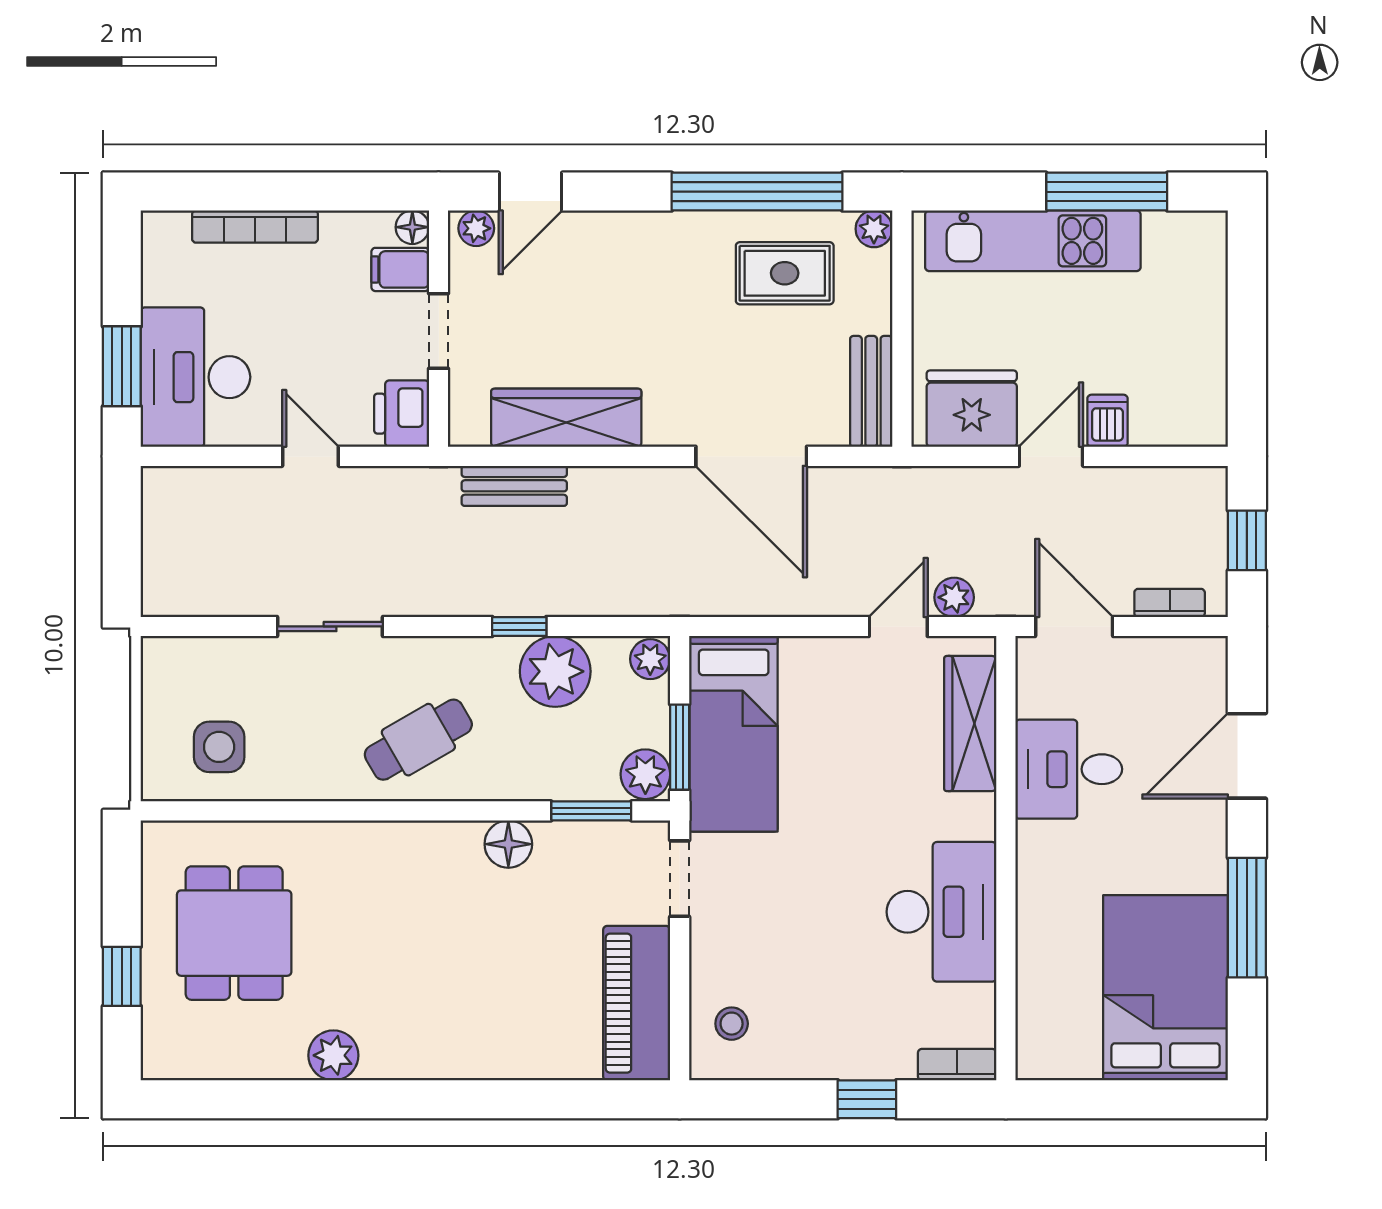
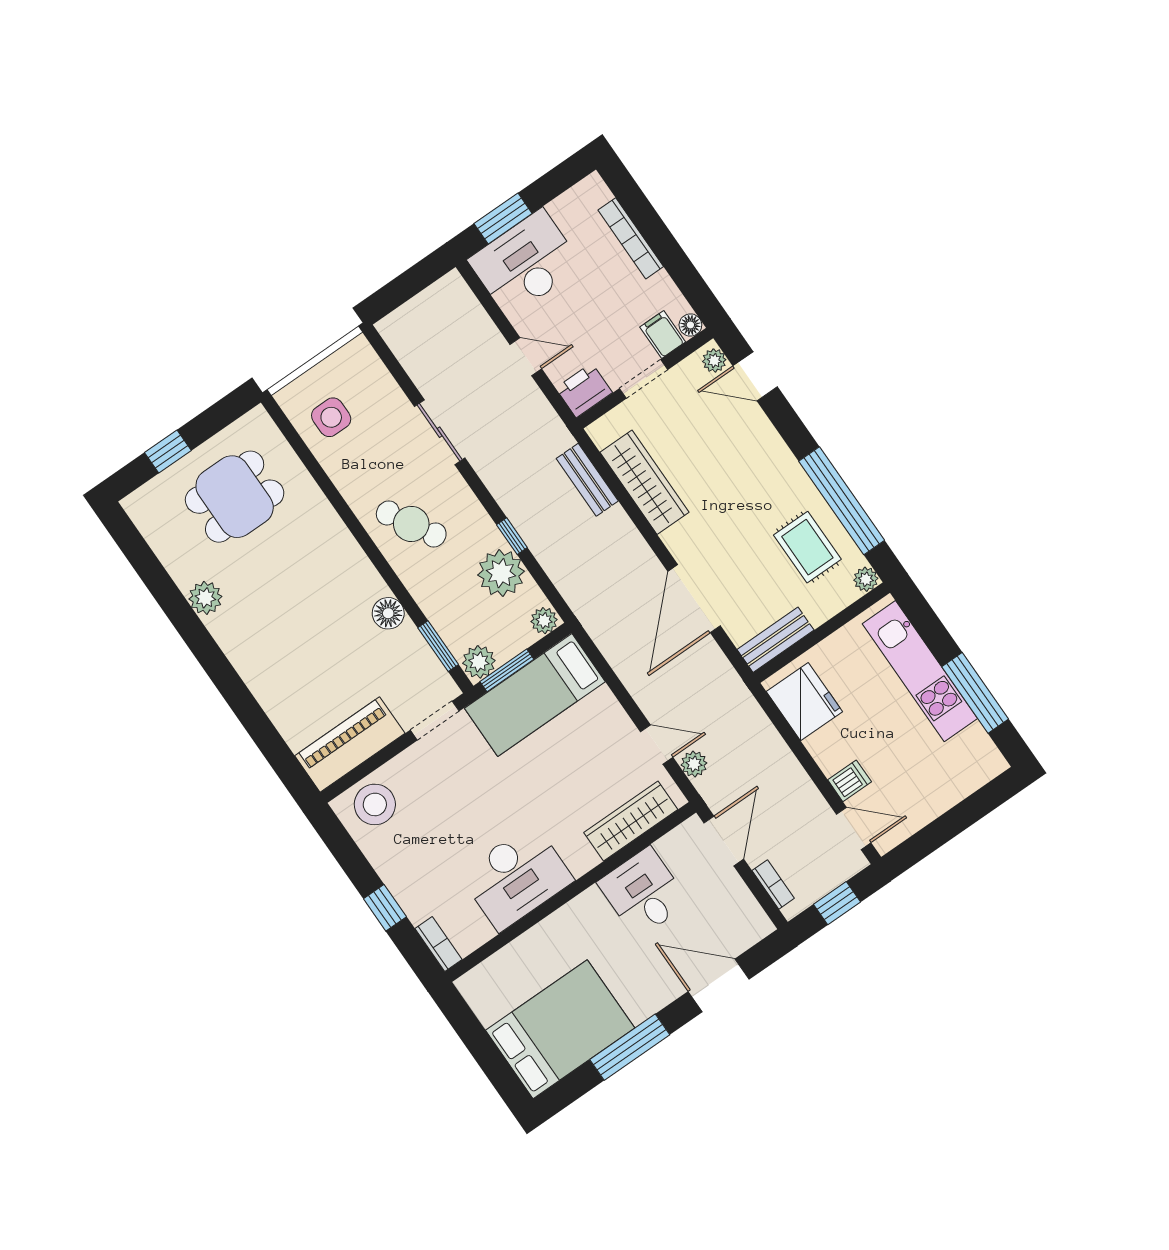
door: (311, 456) -> (526, 357), hinge flipped
door: (1051, 456) -> (854, 828), moved
stool: (732, 1024) -> (375, 804), width x1.89, depth x1.89

